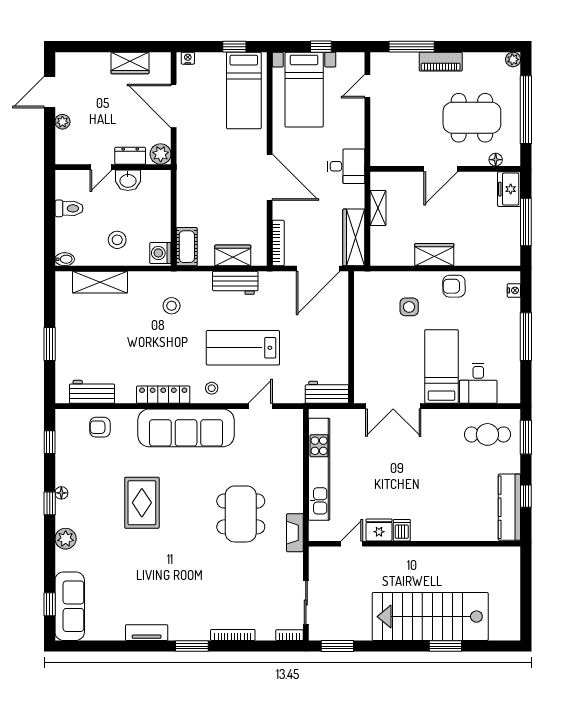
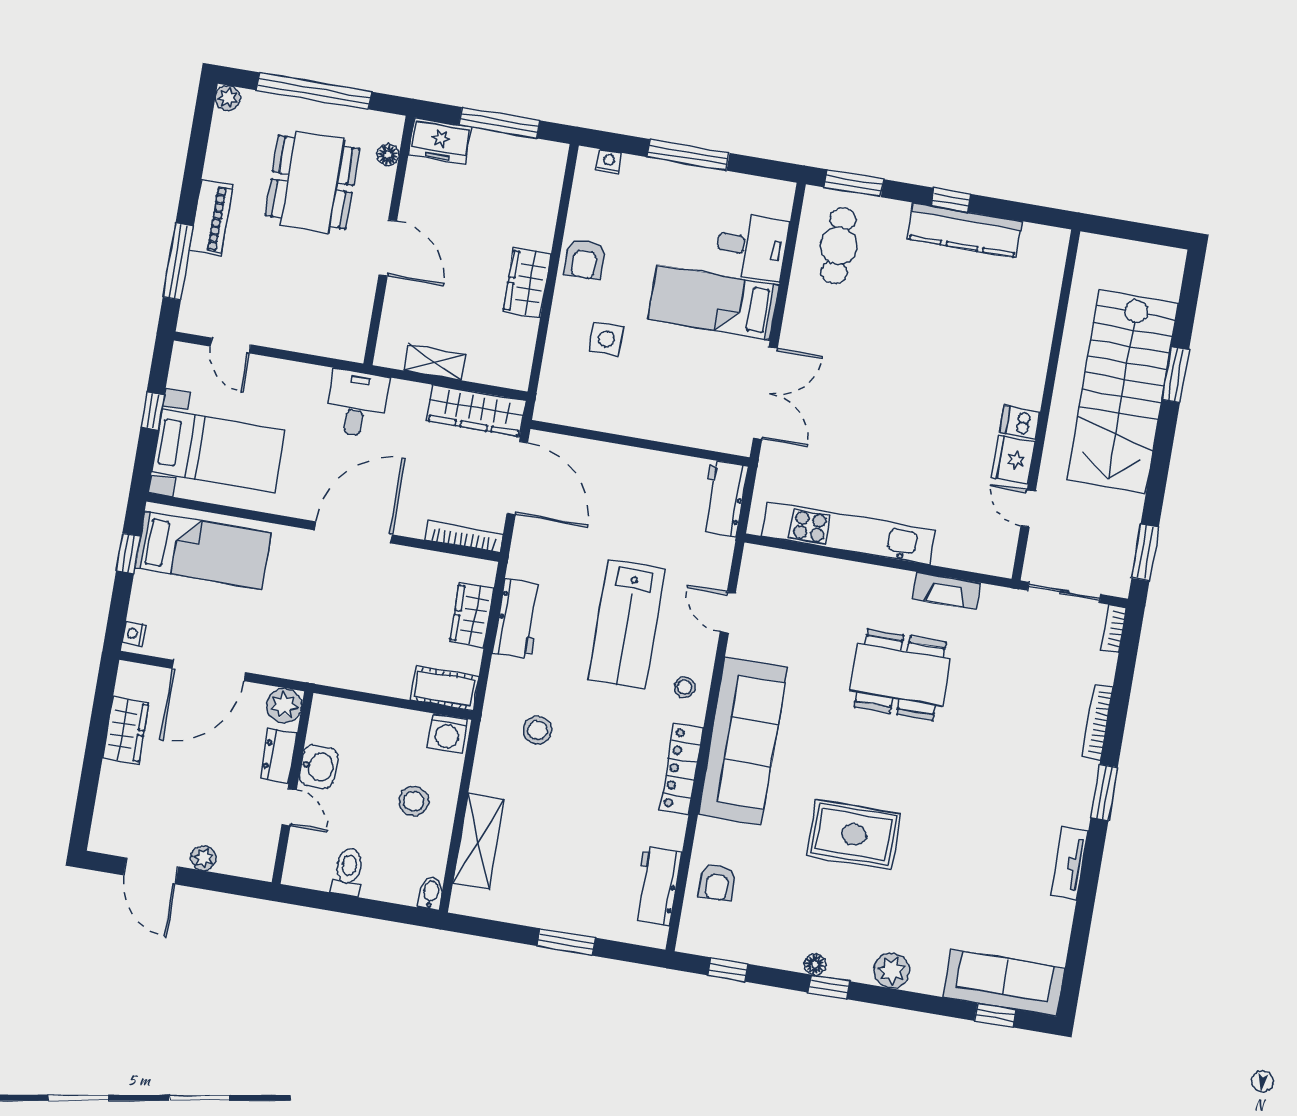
fridge: (379, 530) -> (1013, 460), moved
dishwasher: (402, 530) -> (1020, 422), moved
door: (352, 544) -> (1028, 508), moved
wall: (415, 544) -> (1046, 405), moved

